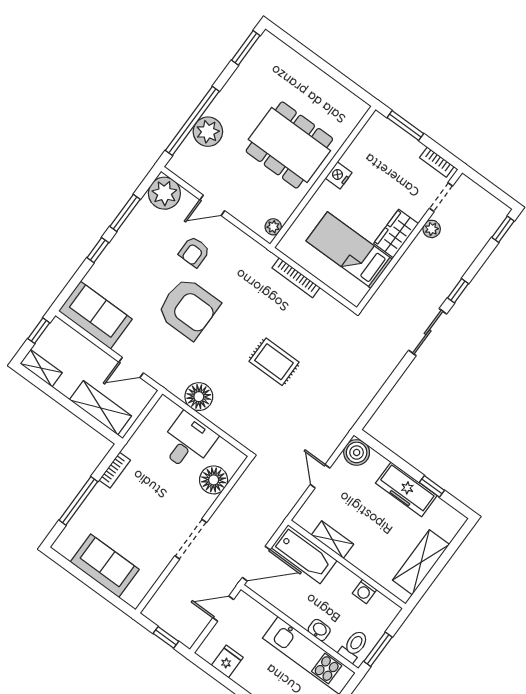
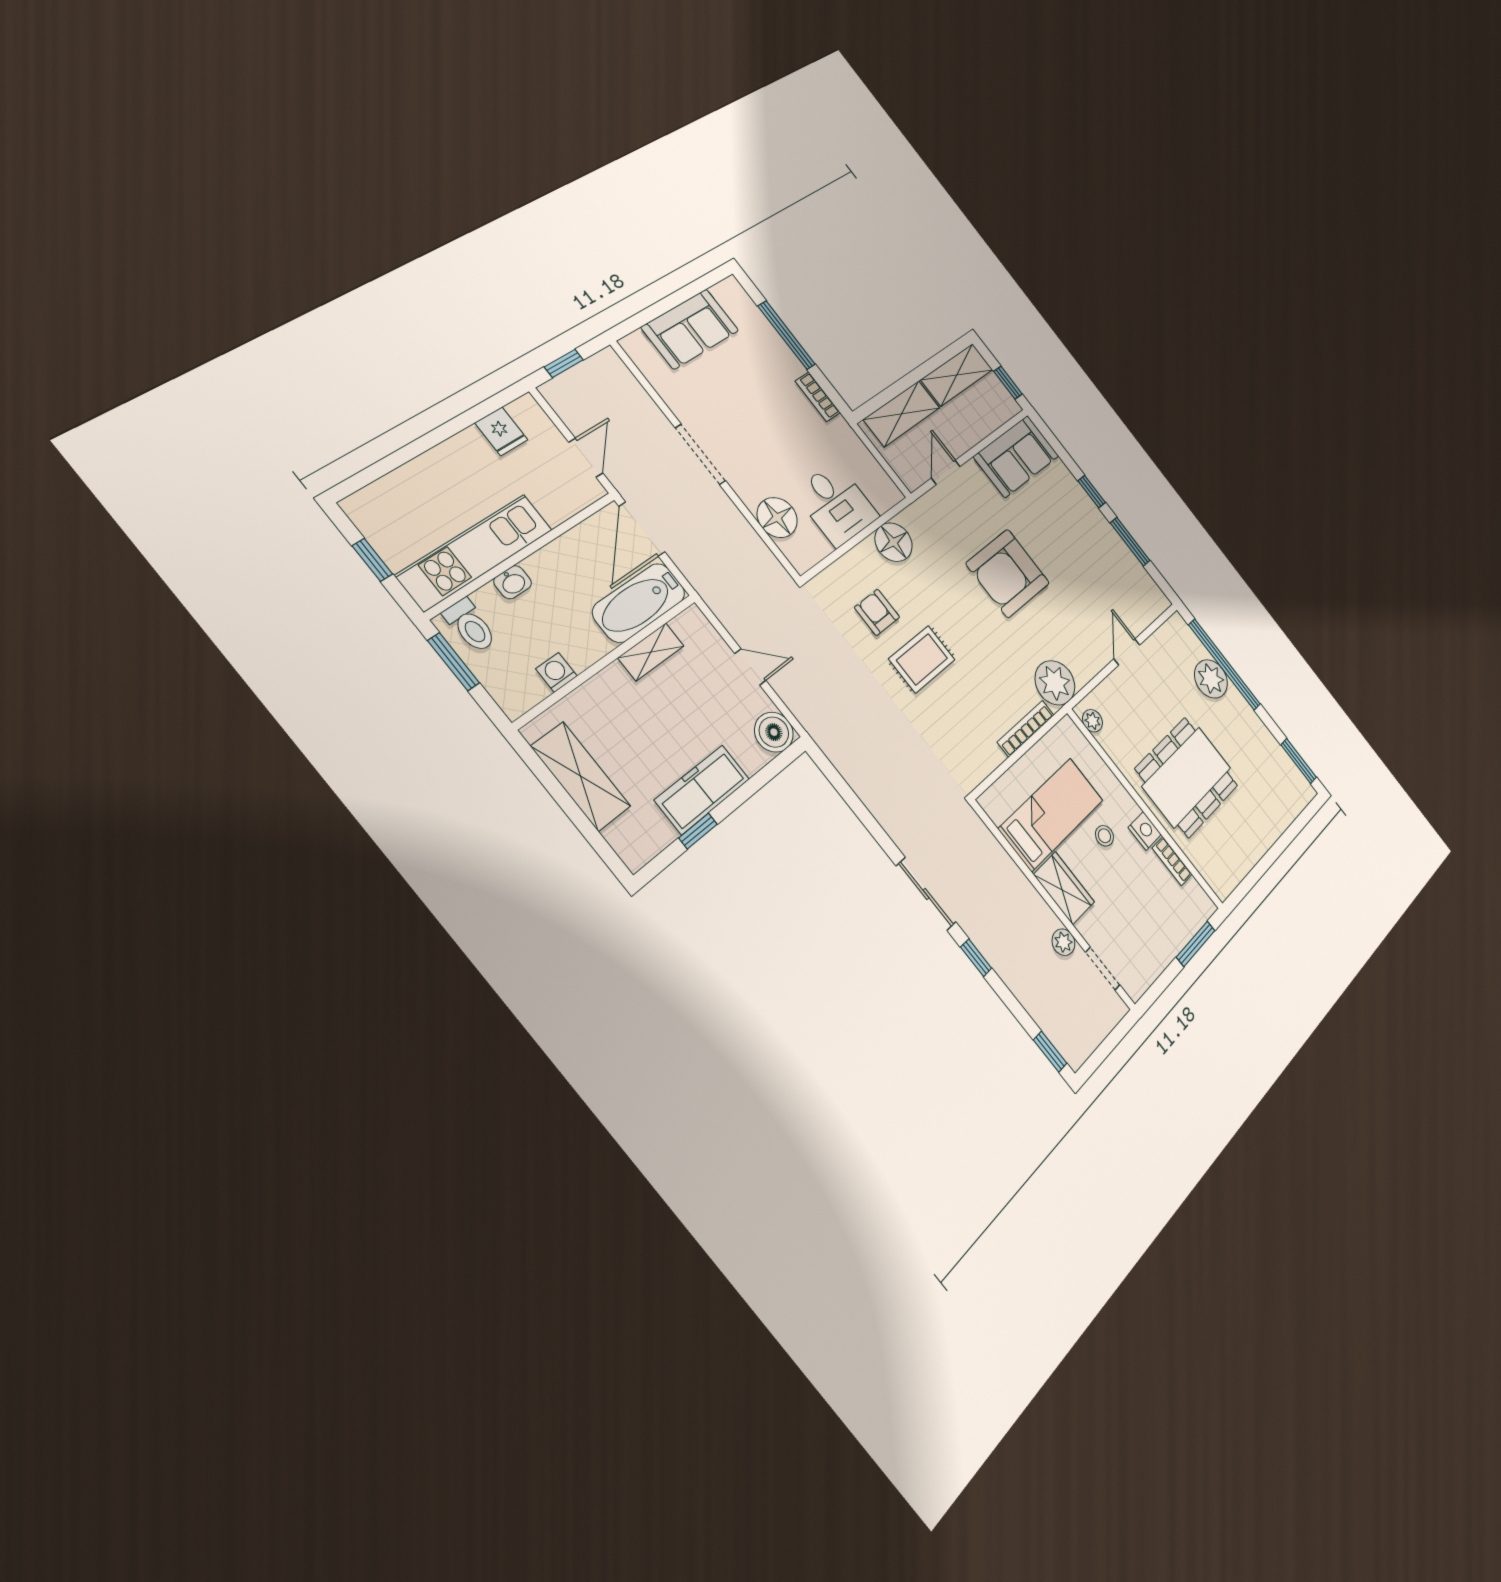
bookcase: (437, 162) -> (1172, 861), moved, turned -90
plant: (164, 193) -> (1055, 683), moved
stool: (352, 207) -> (1104, 836), added
armchair: (194, 252) -> (877, 612), moved
shelving: (41, 368) -> (957, 375), width x1.50, depth x1.33

